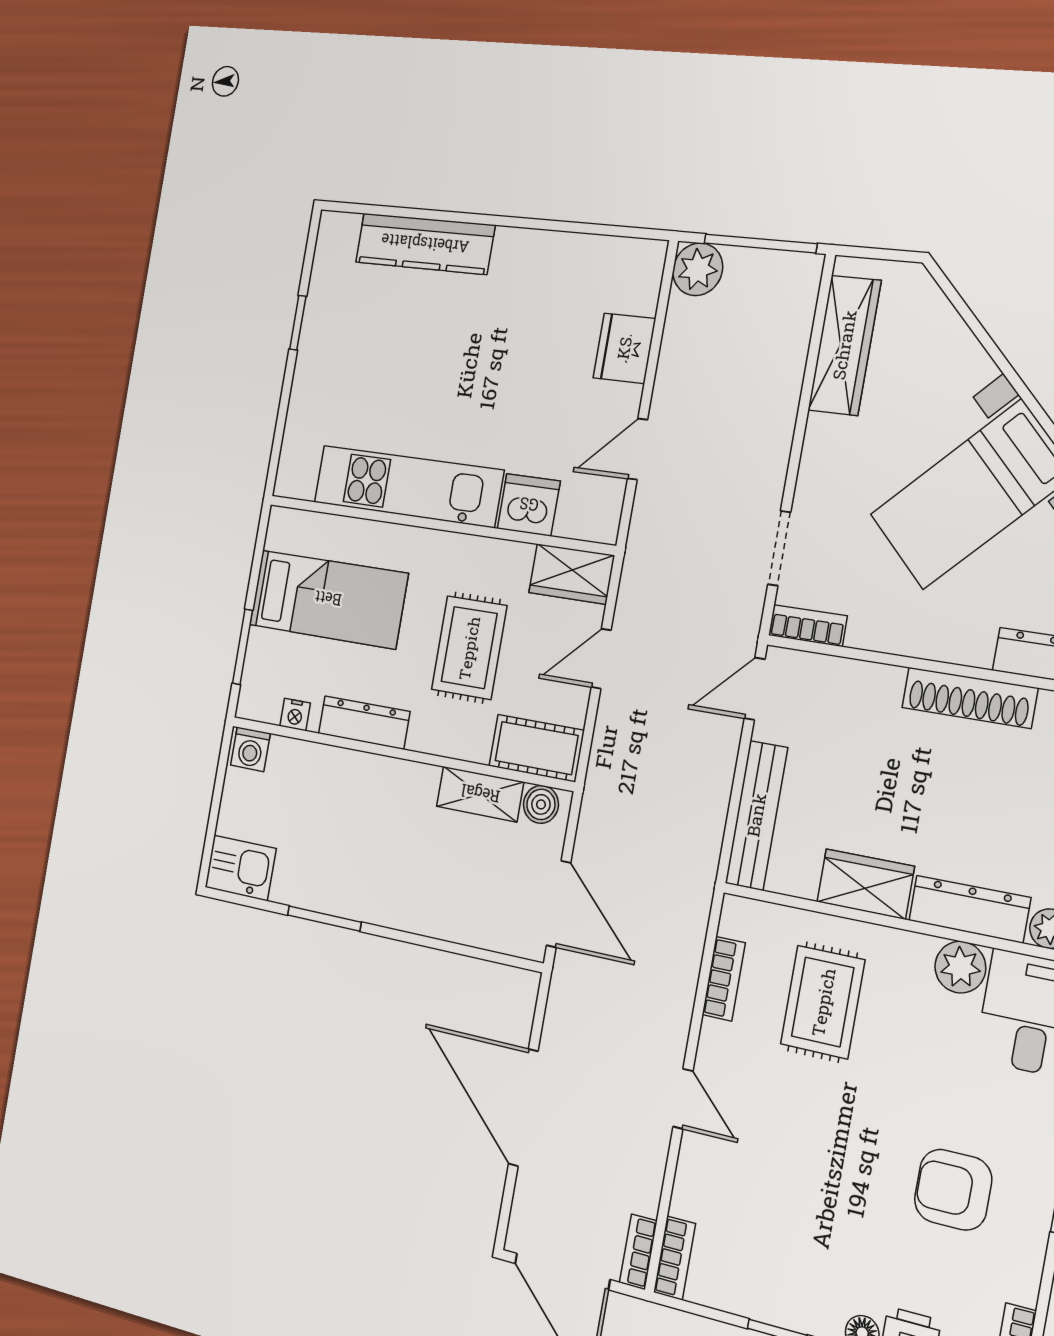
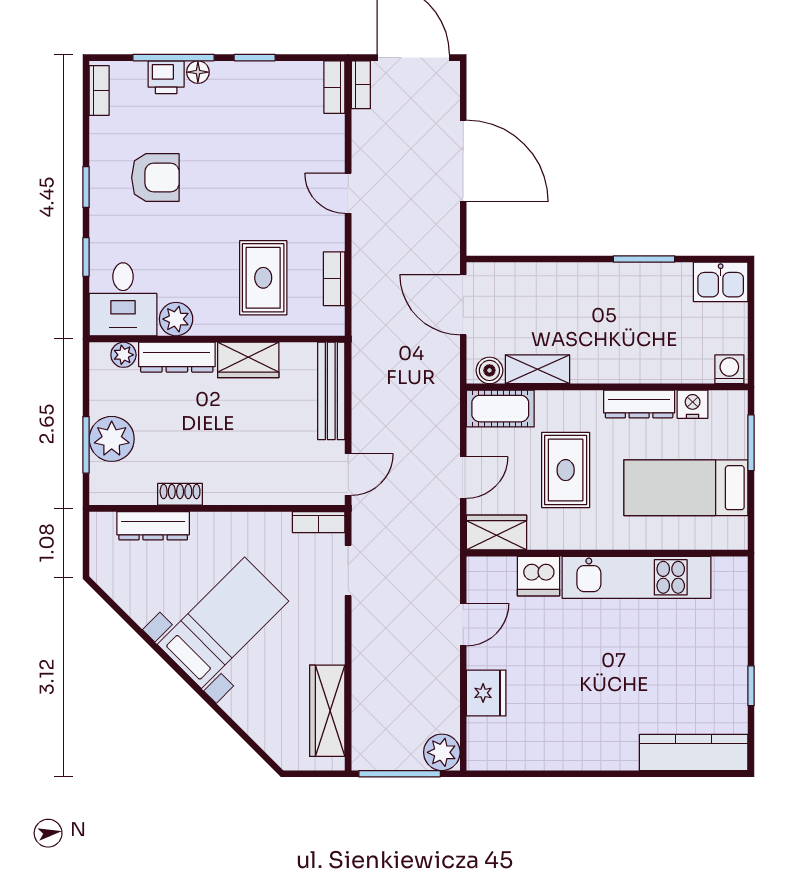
kitchen counter: (425, 244) -> (694, 752), moved
shoe rack: (969, 698) -> (180, 494), width x0.51, depth x0.81
nightstand: (295, 715) -> (693, 404), width x1.39, depth x1.35

